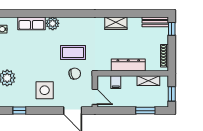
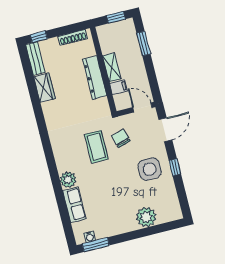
wardrobe: (116, 23) -> (44, 88), moved
shelving: (148, 81) -> (112, 67), moved
door: (95, 97) -> (142, 107), hinge flipped
window: (19, 111) -> (175, 167), moved

